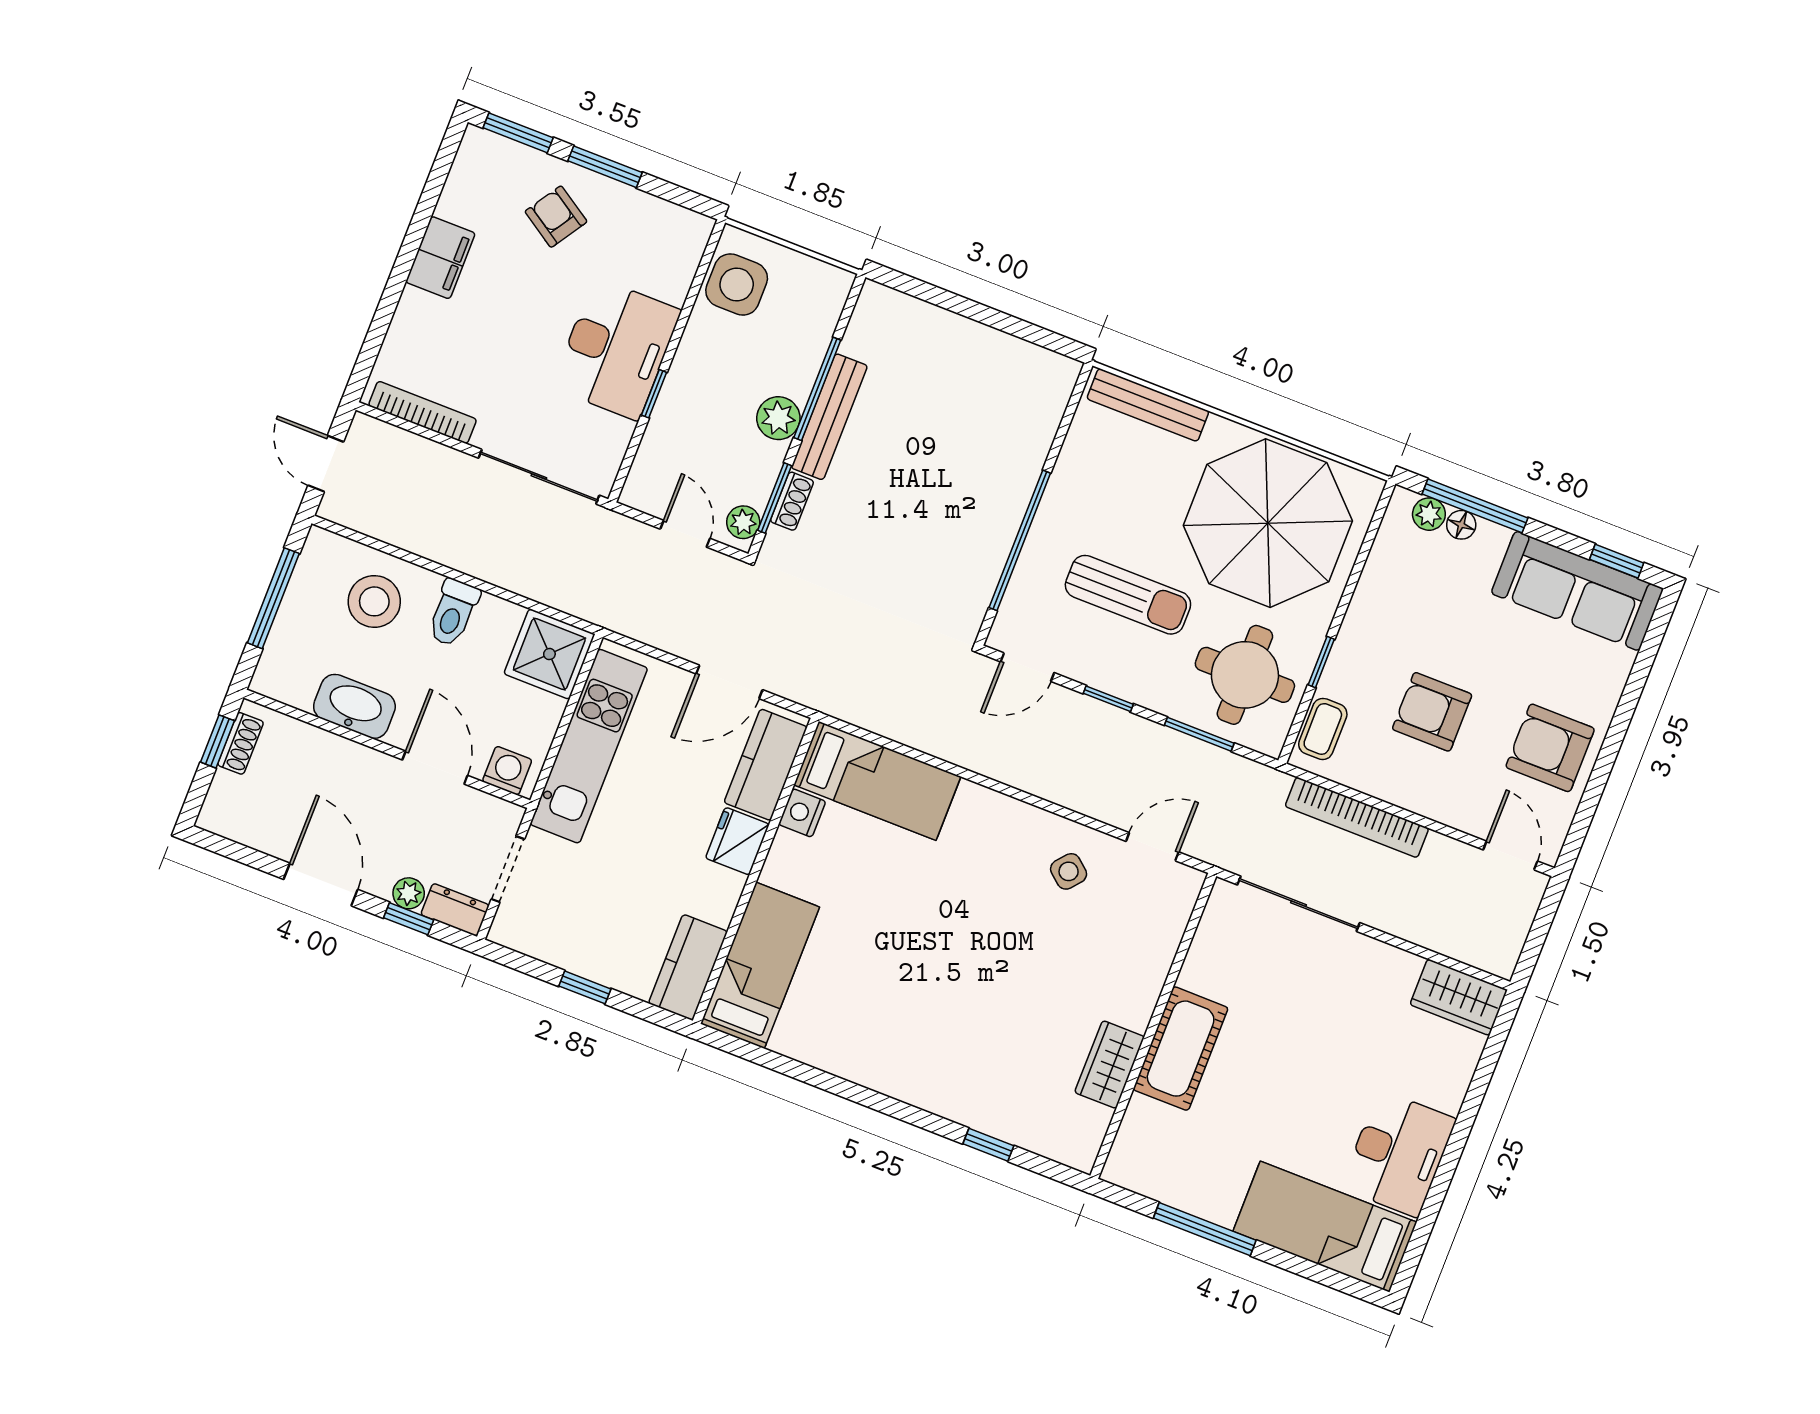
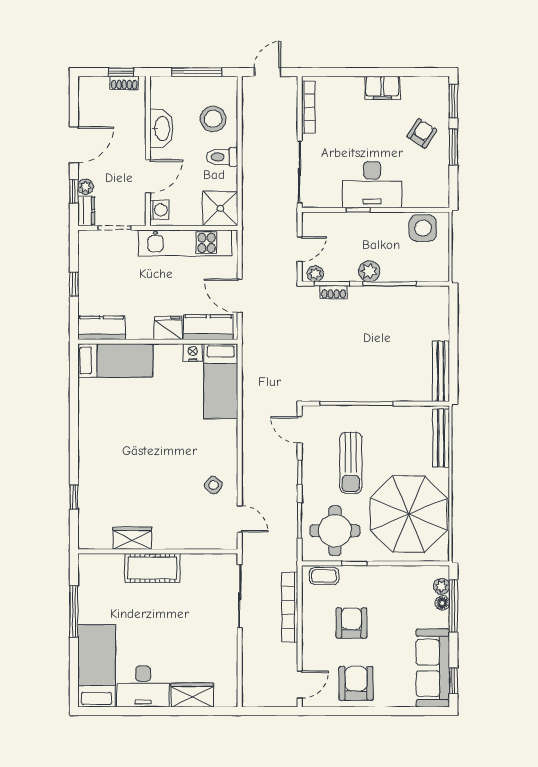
bench: (829, 417) -> (441, 371), moved, turned 90
wardrobe: (1459, 997) -> (192, 695), moved, turned 90

